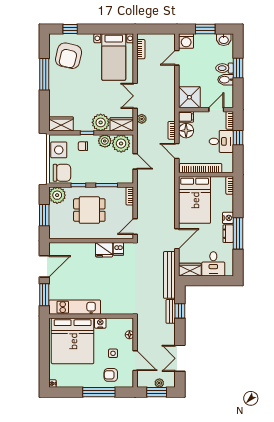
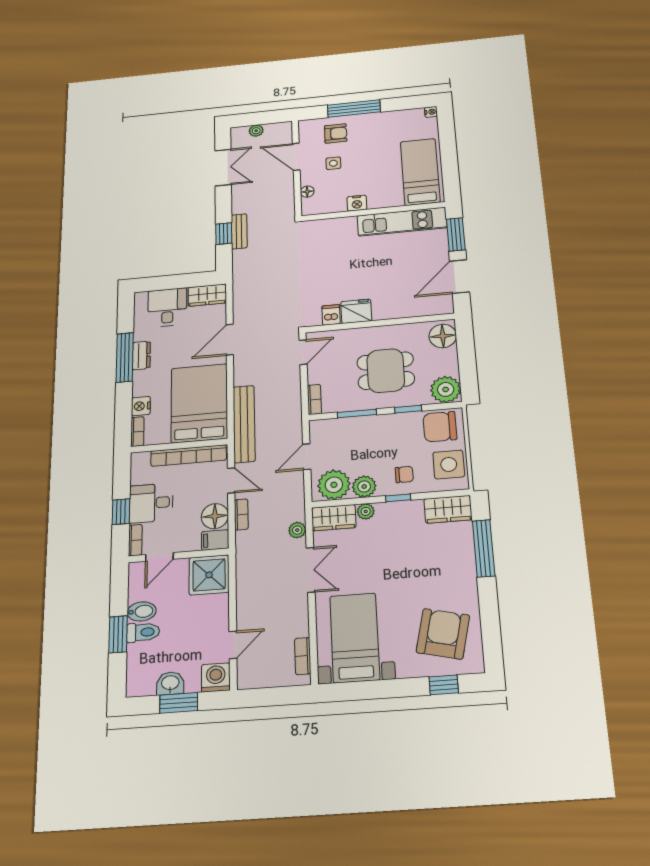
washbasin: (224, 40) -> (170, 683), moved
window: (44, 74) -> (484, 548), moved
plant: (101, 122) -> (366, 511), width x0.53, depth x0.53
door: (135, 161) -> (307, 457), hinge flipped
window: (44, 215) -> (467, 356), removed
nightstand: (228, 218) -> (141, 406), moved
floor lamp: (56, 229) -> (443, 336), added
bench: (169, 275) -> (244, 424), moved
bed: (73, 341) -> (420, 172), width x0.49
window: (157, 392) -> (260, 118), removed

